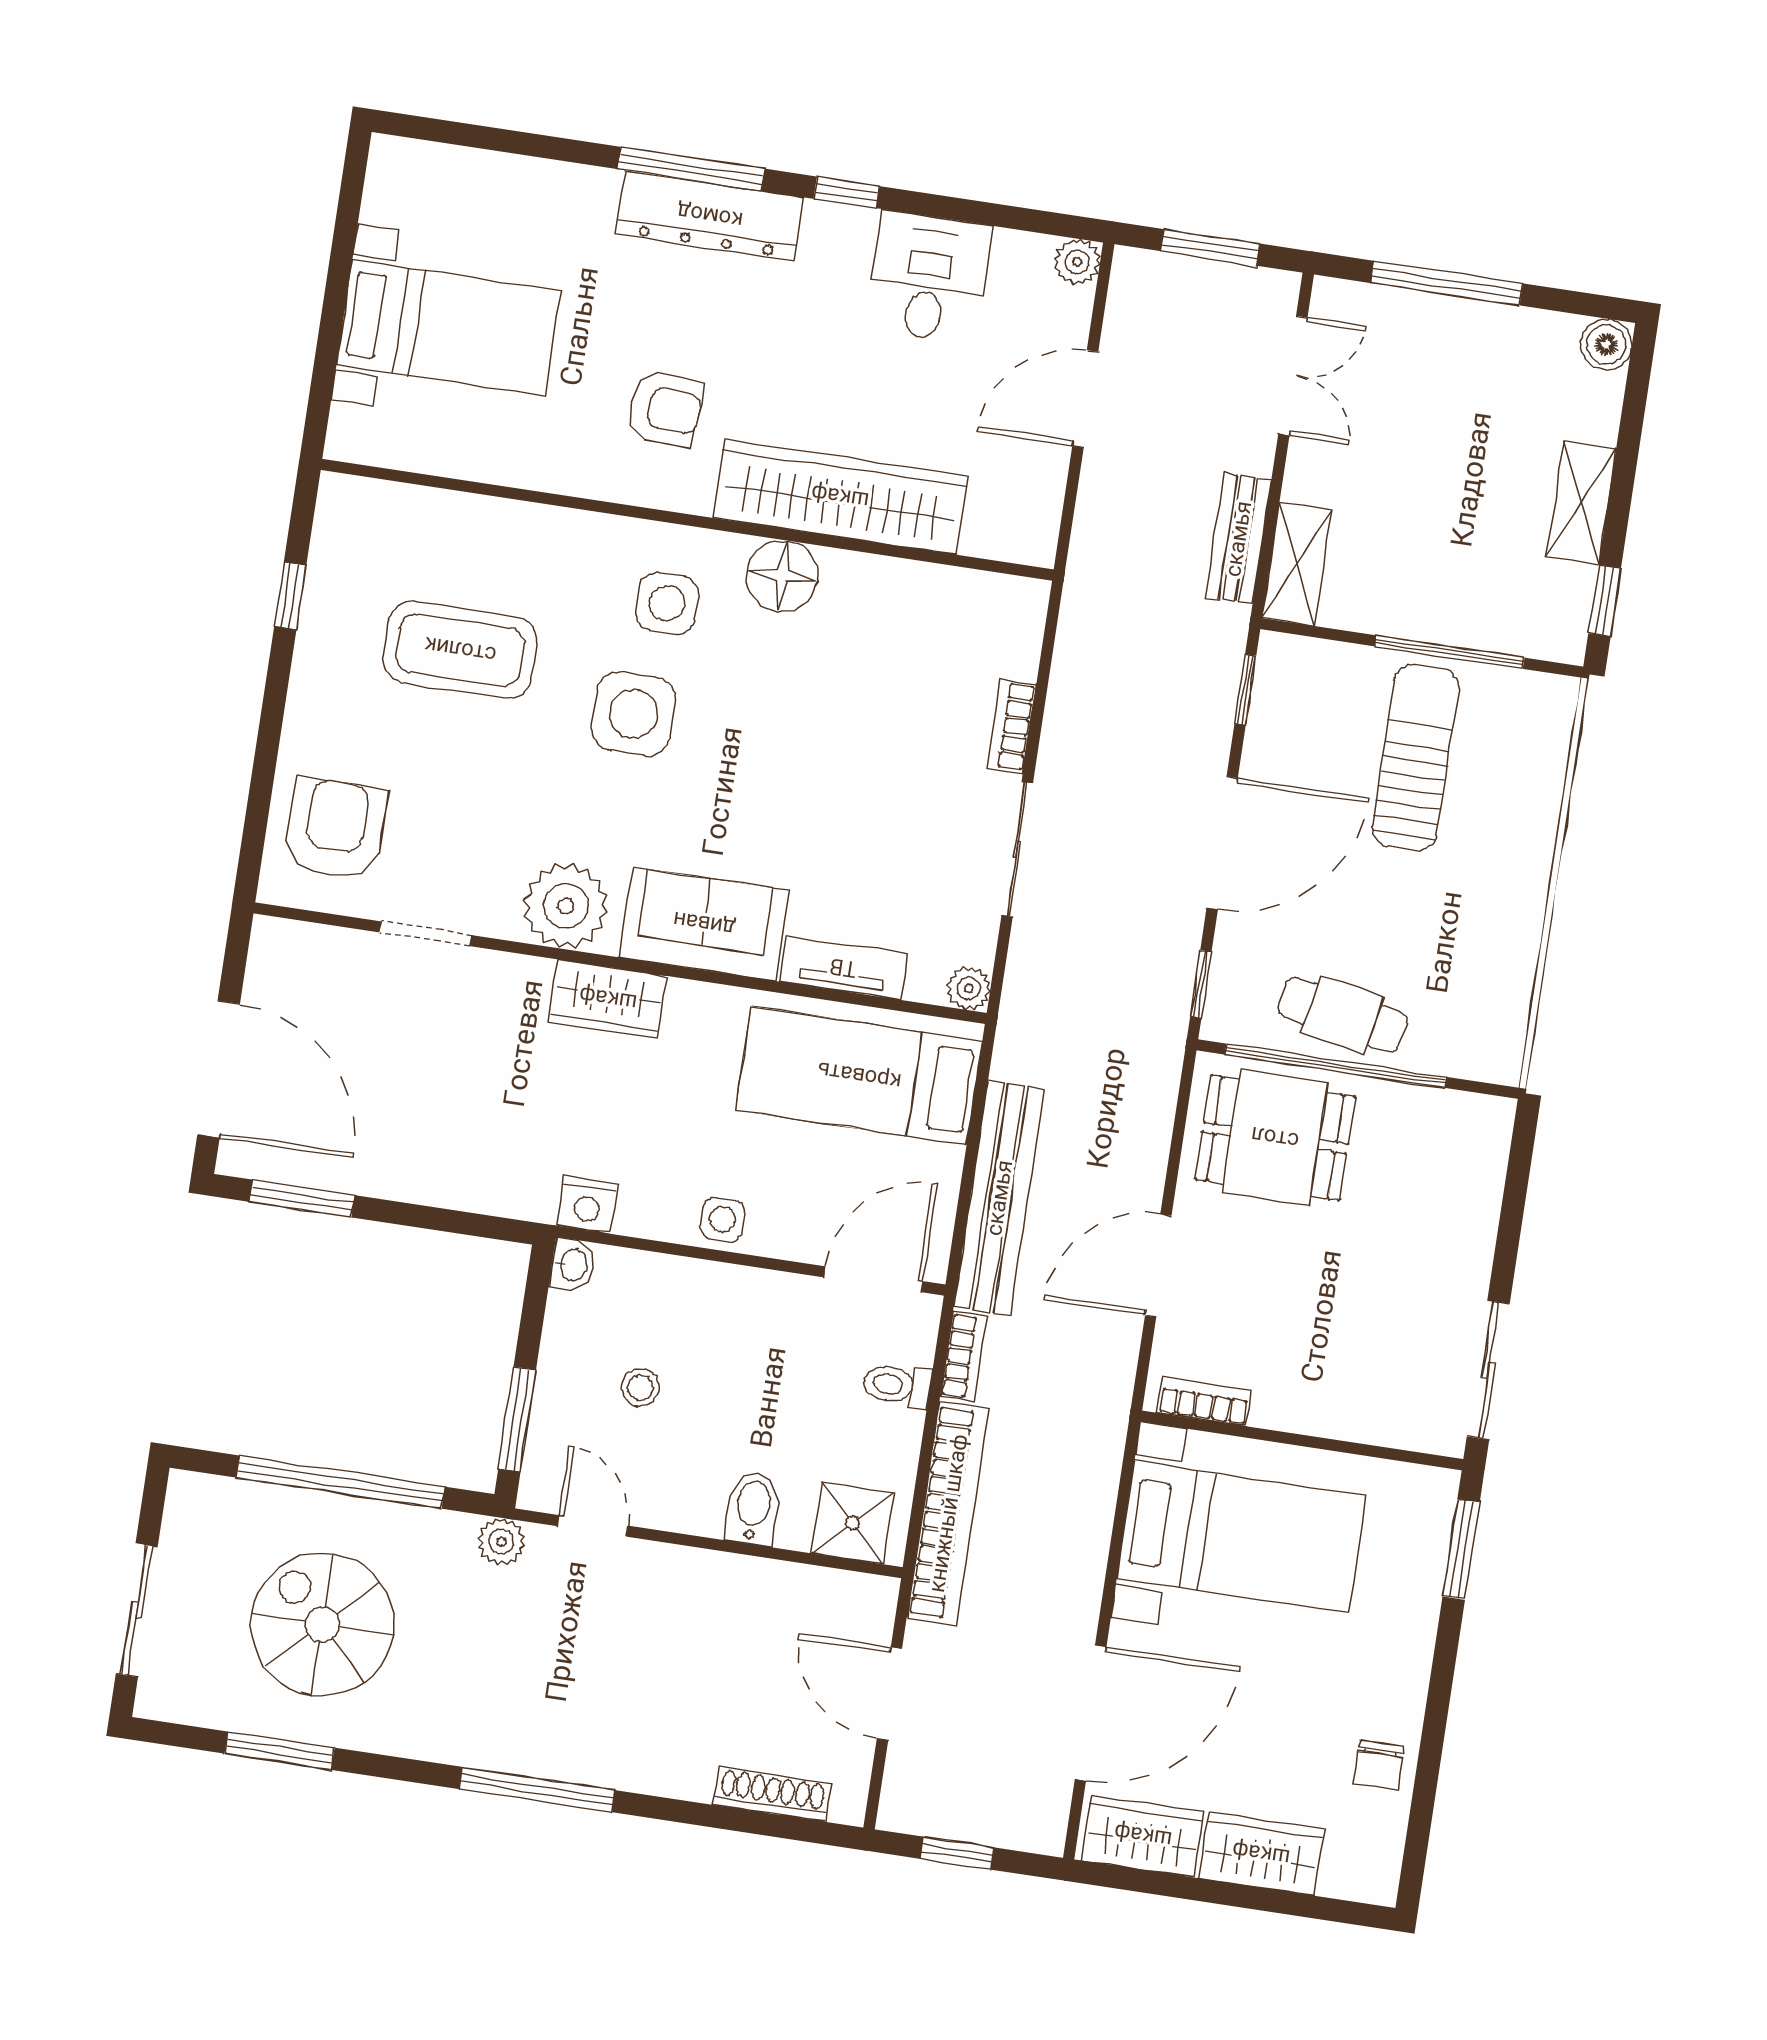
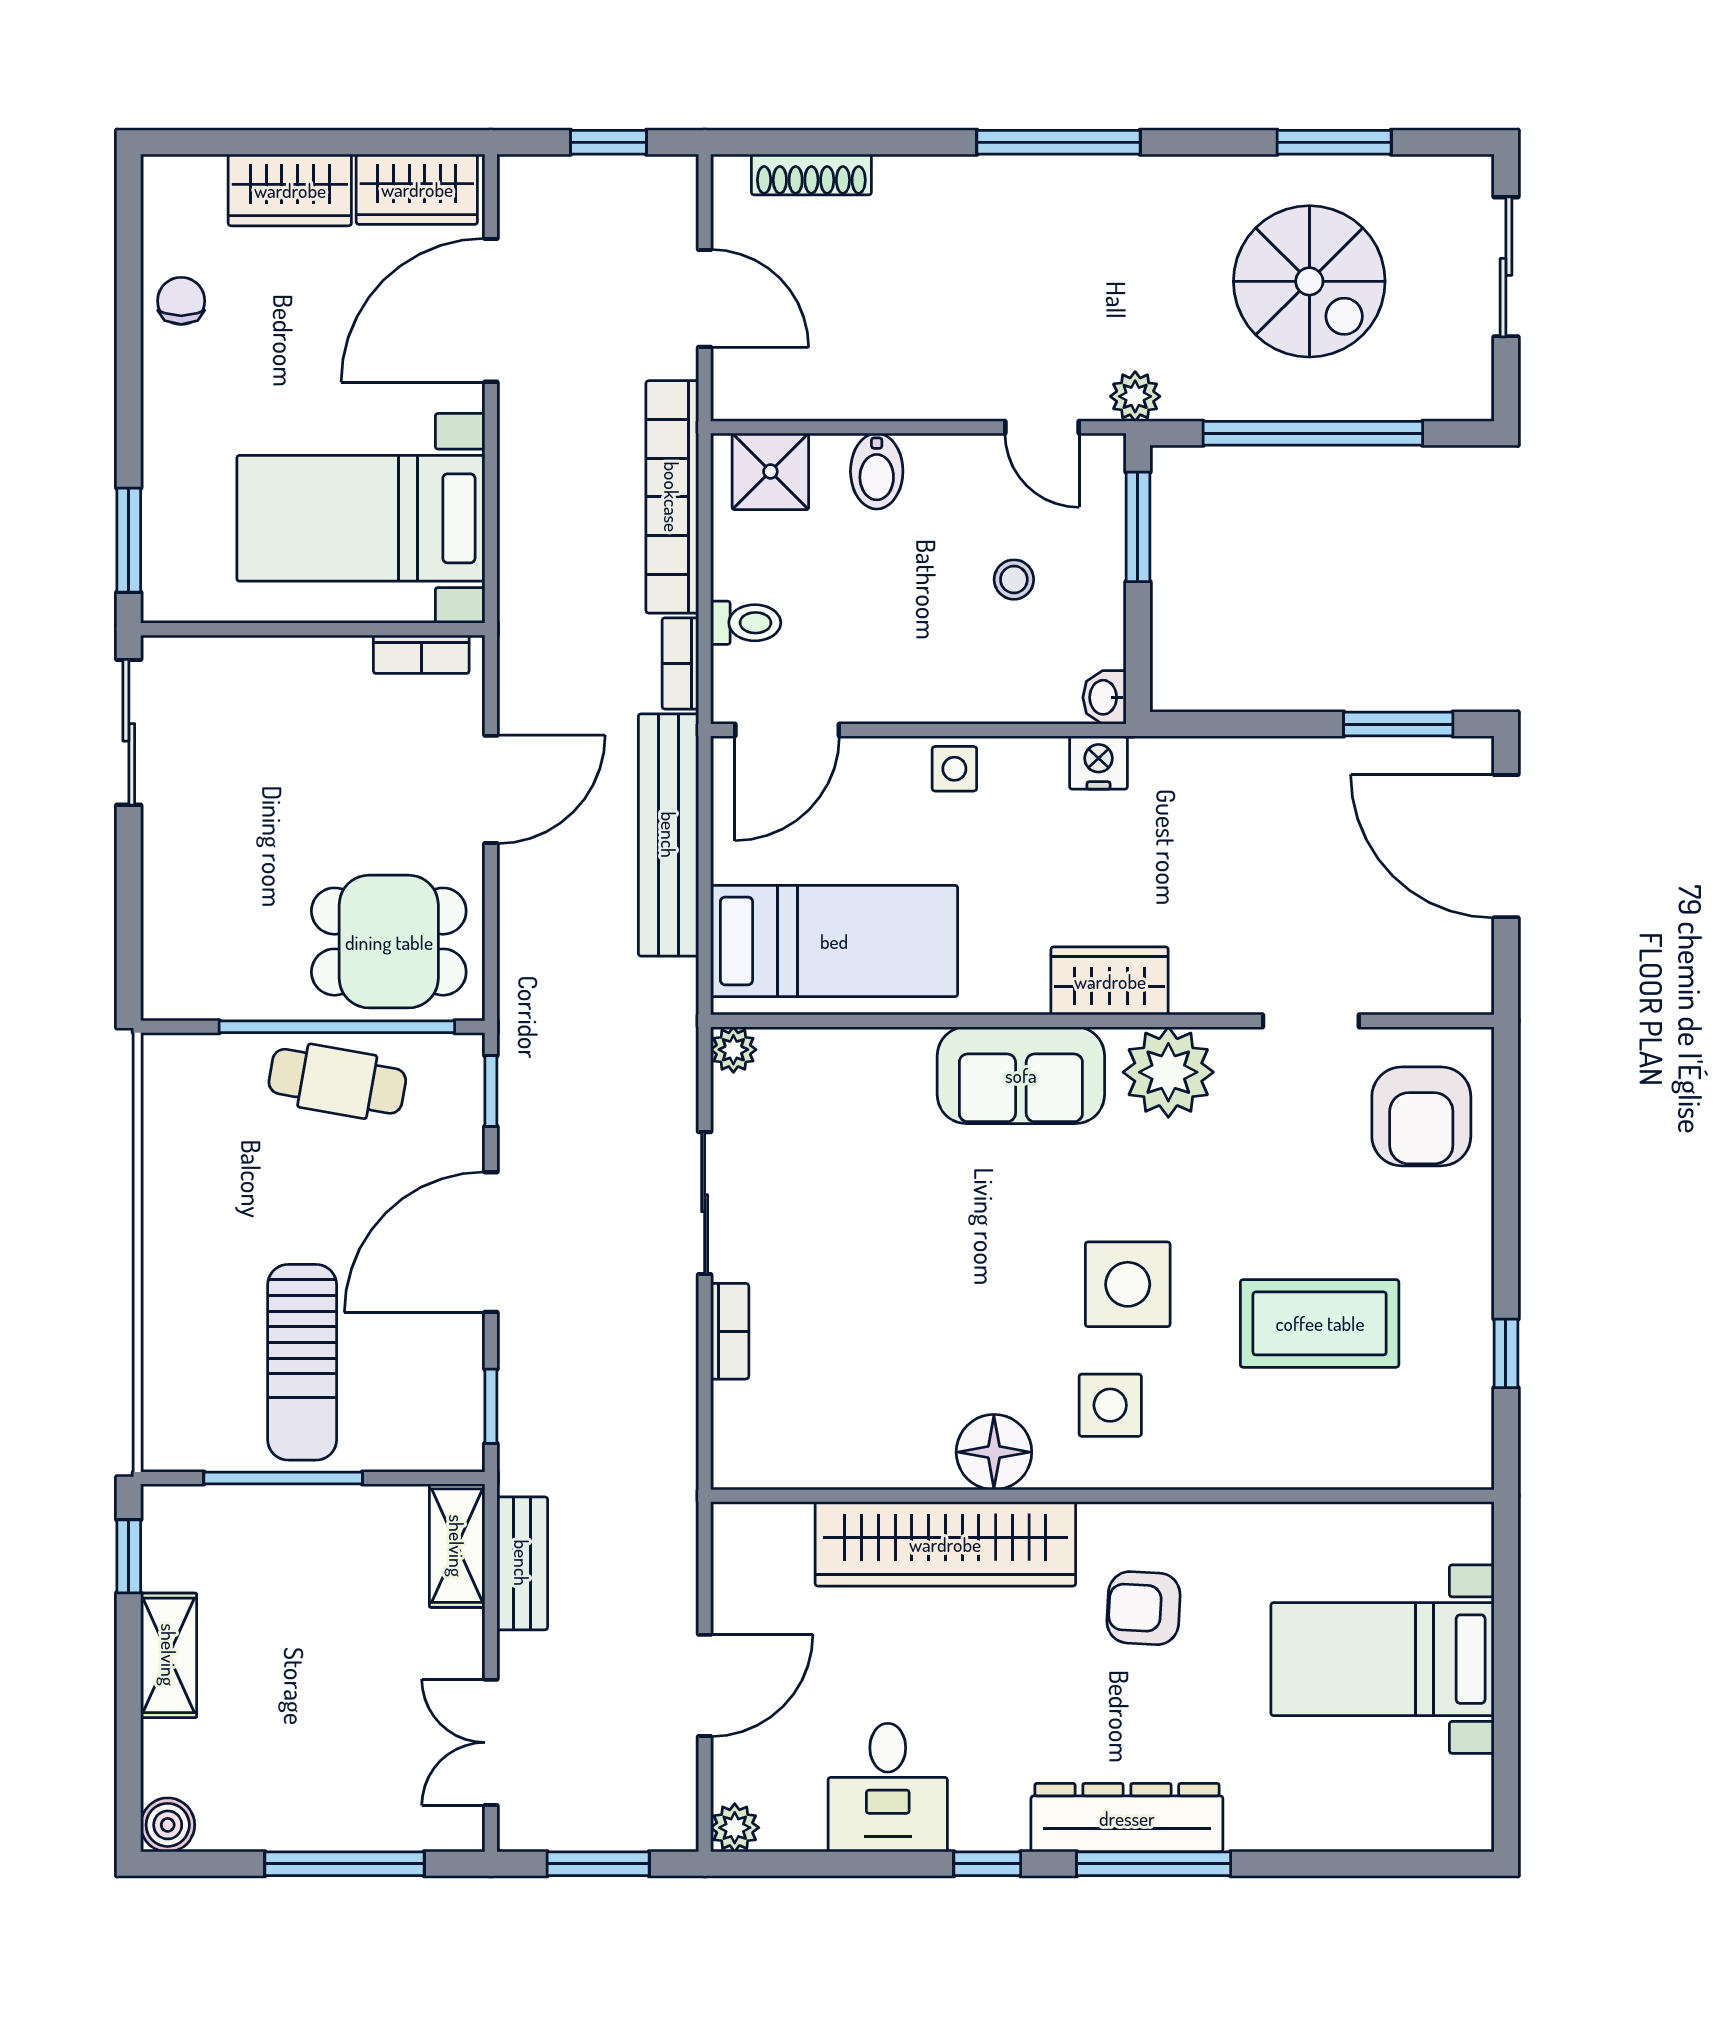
tv unit: (843, 968) -> (868, 1051), removed

